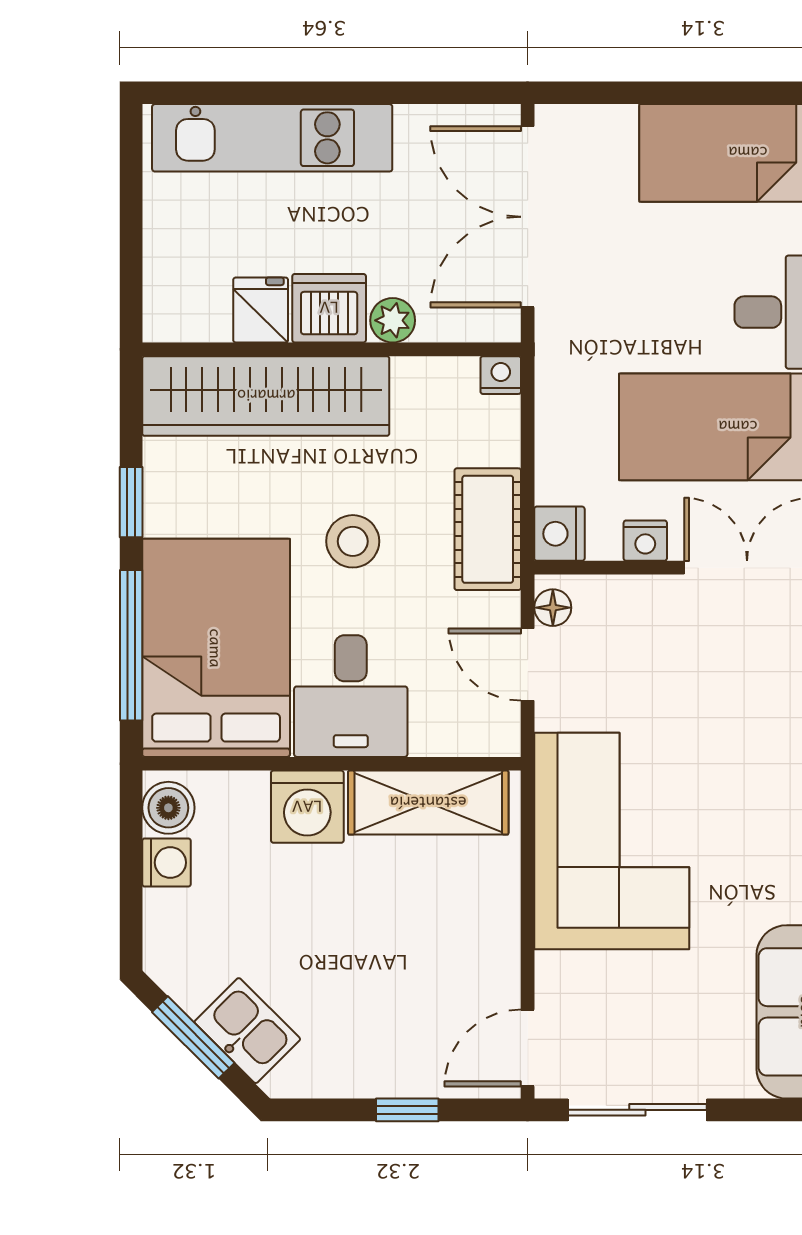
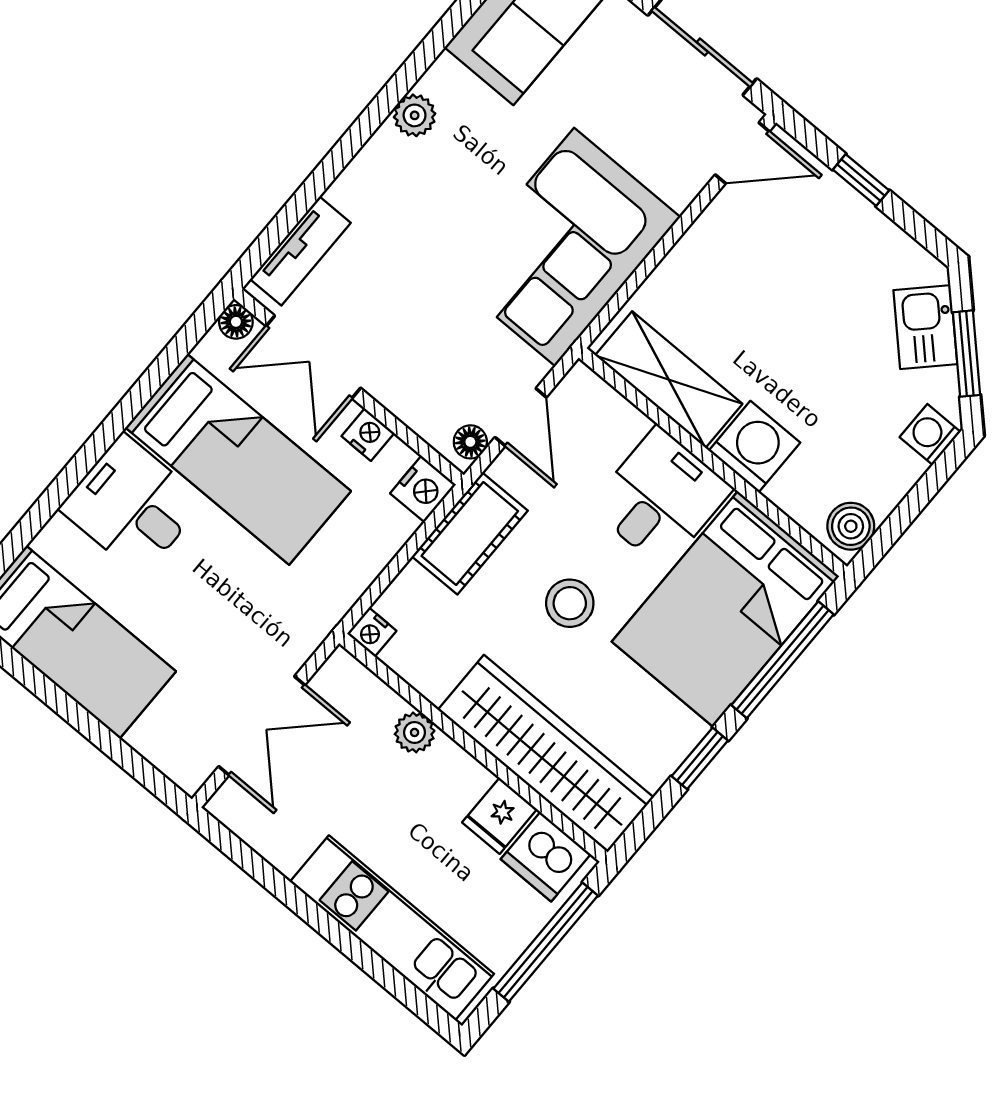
double door: (528, 217) -> (262, 726), width x0.73
window: (131, 235) -> (546, 942), added
dishwasher: (329, 308) -> (546, 857), moved
washing machine: (166, 863) -> (930, 434), moved

